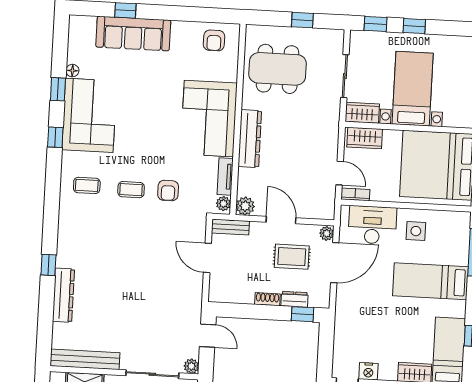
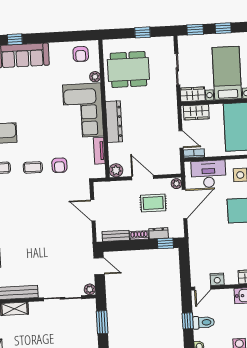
plant: (223, 204) -> (95, 77), moved
bench: (230, 227) -> (116, 236), moved

